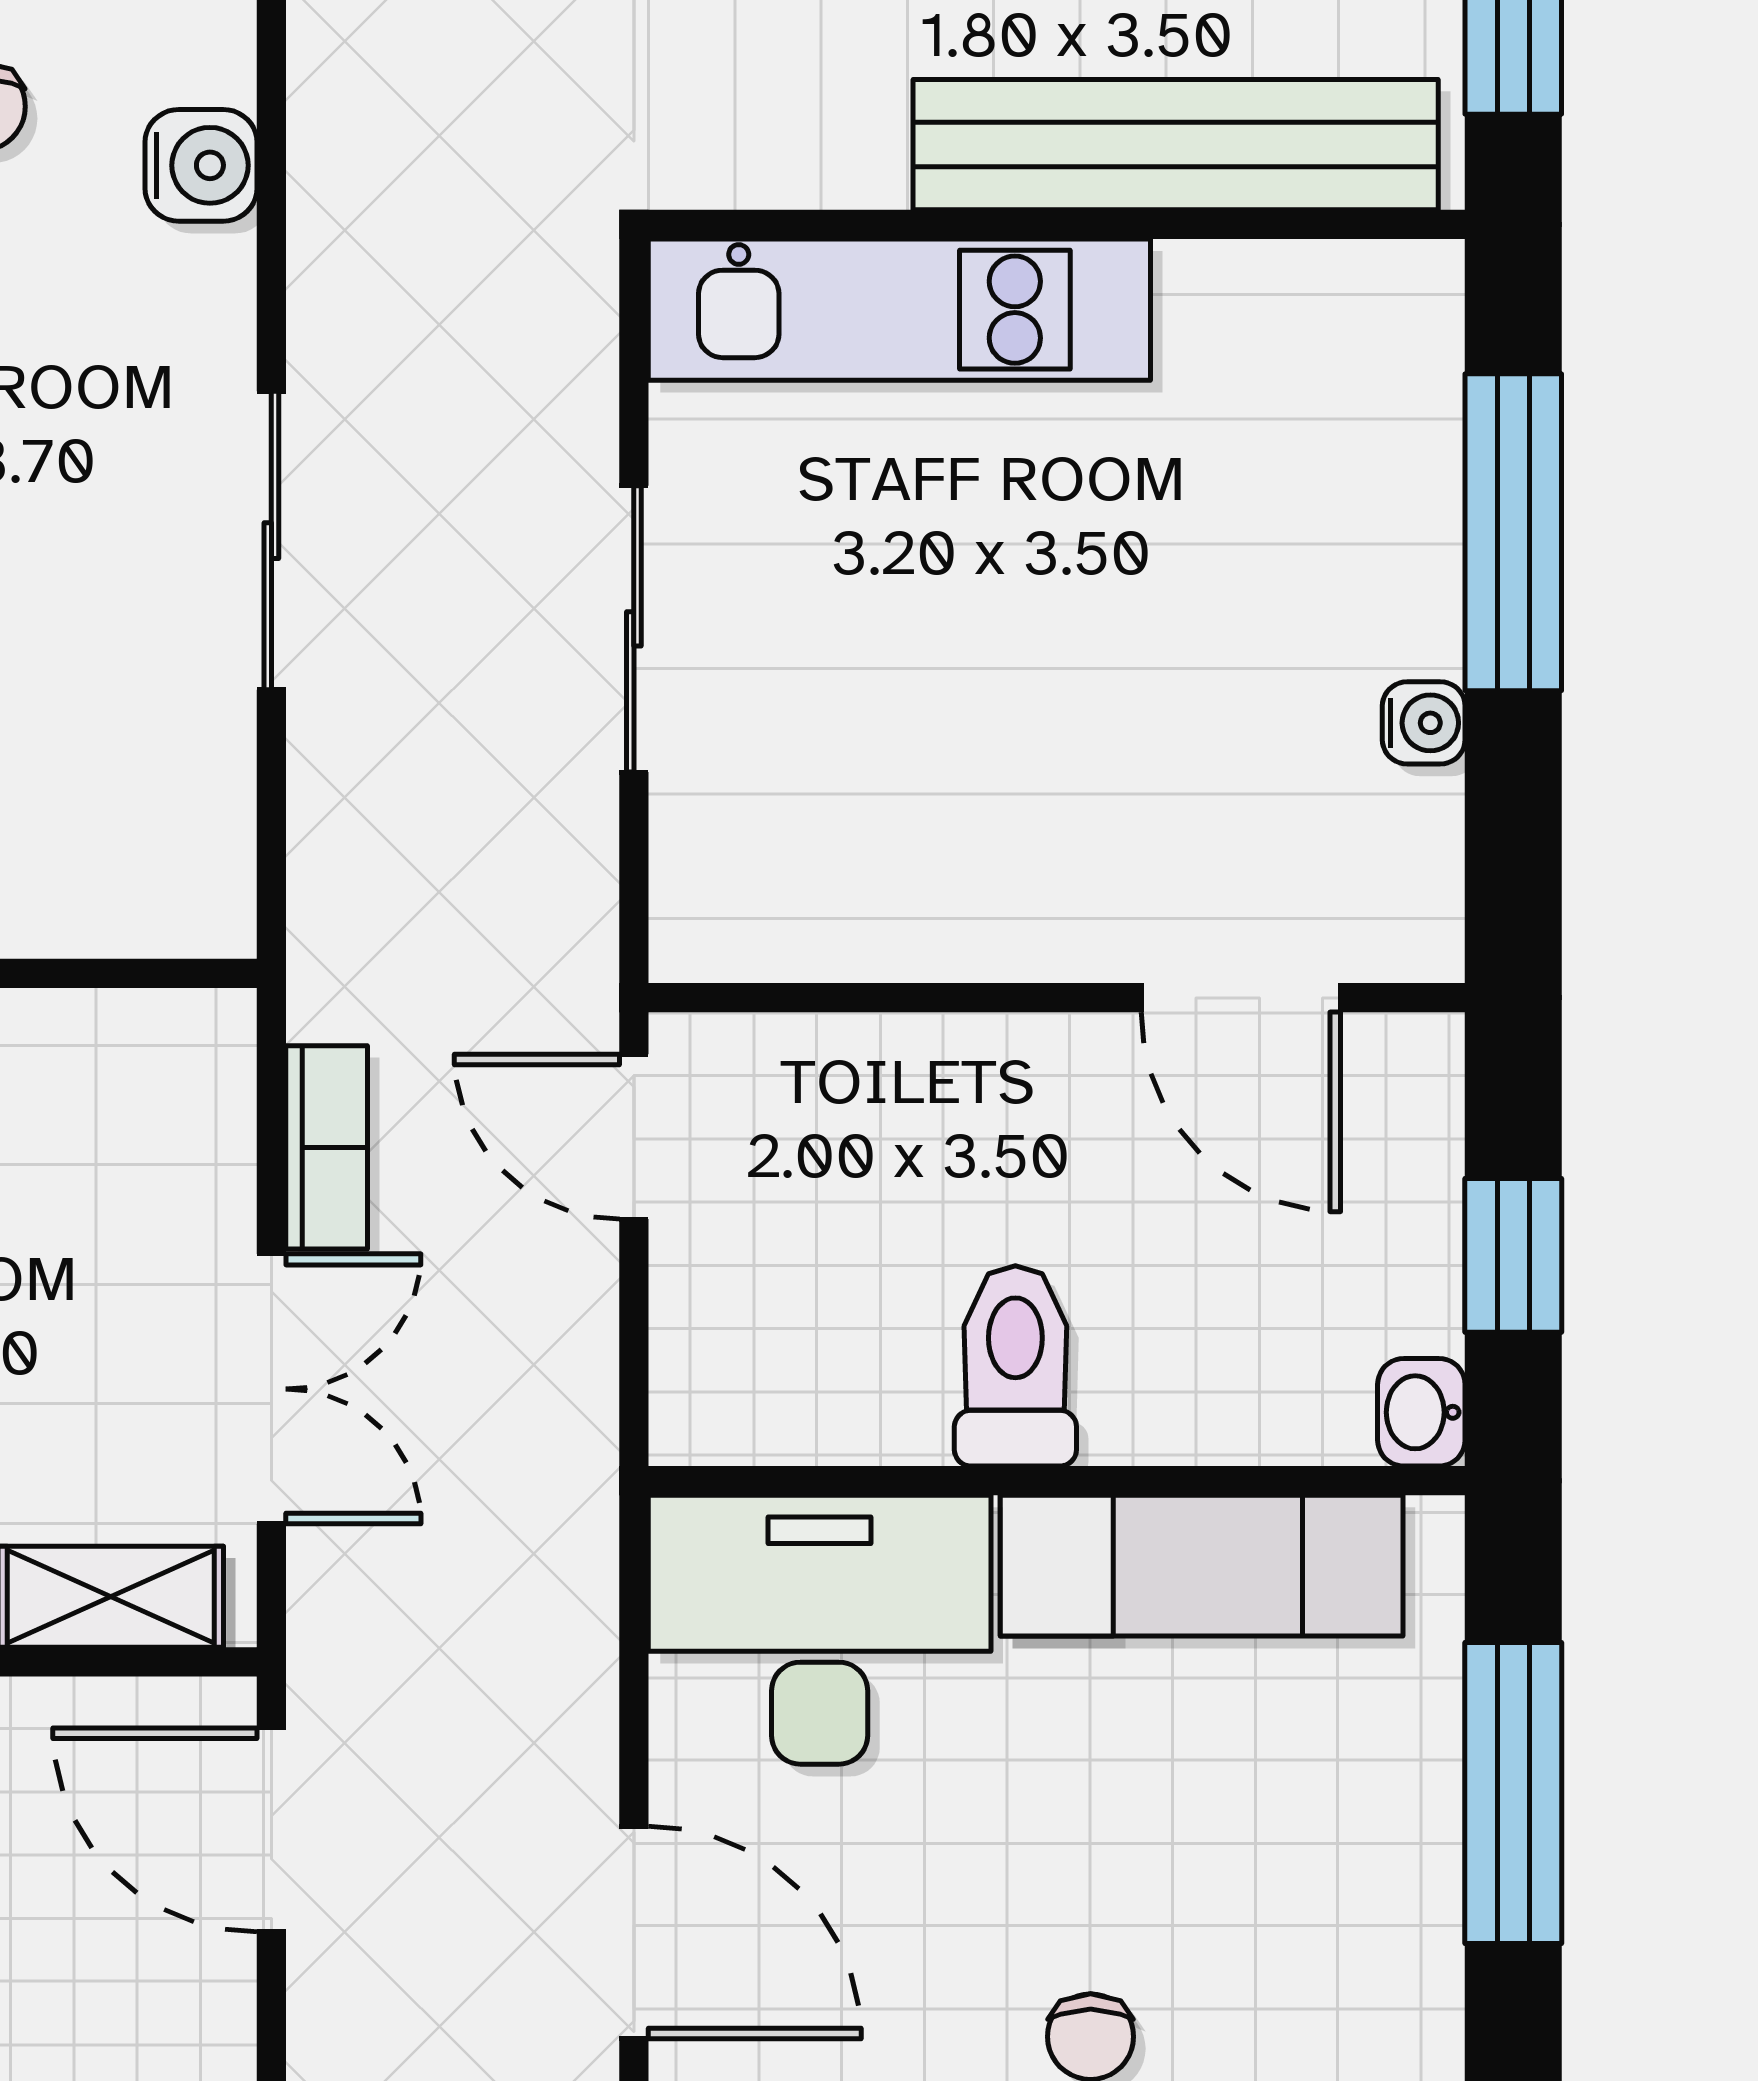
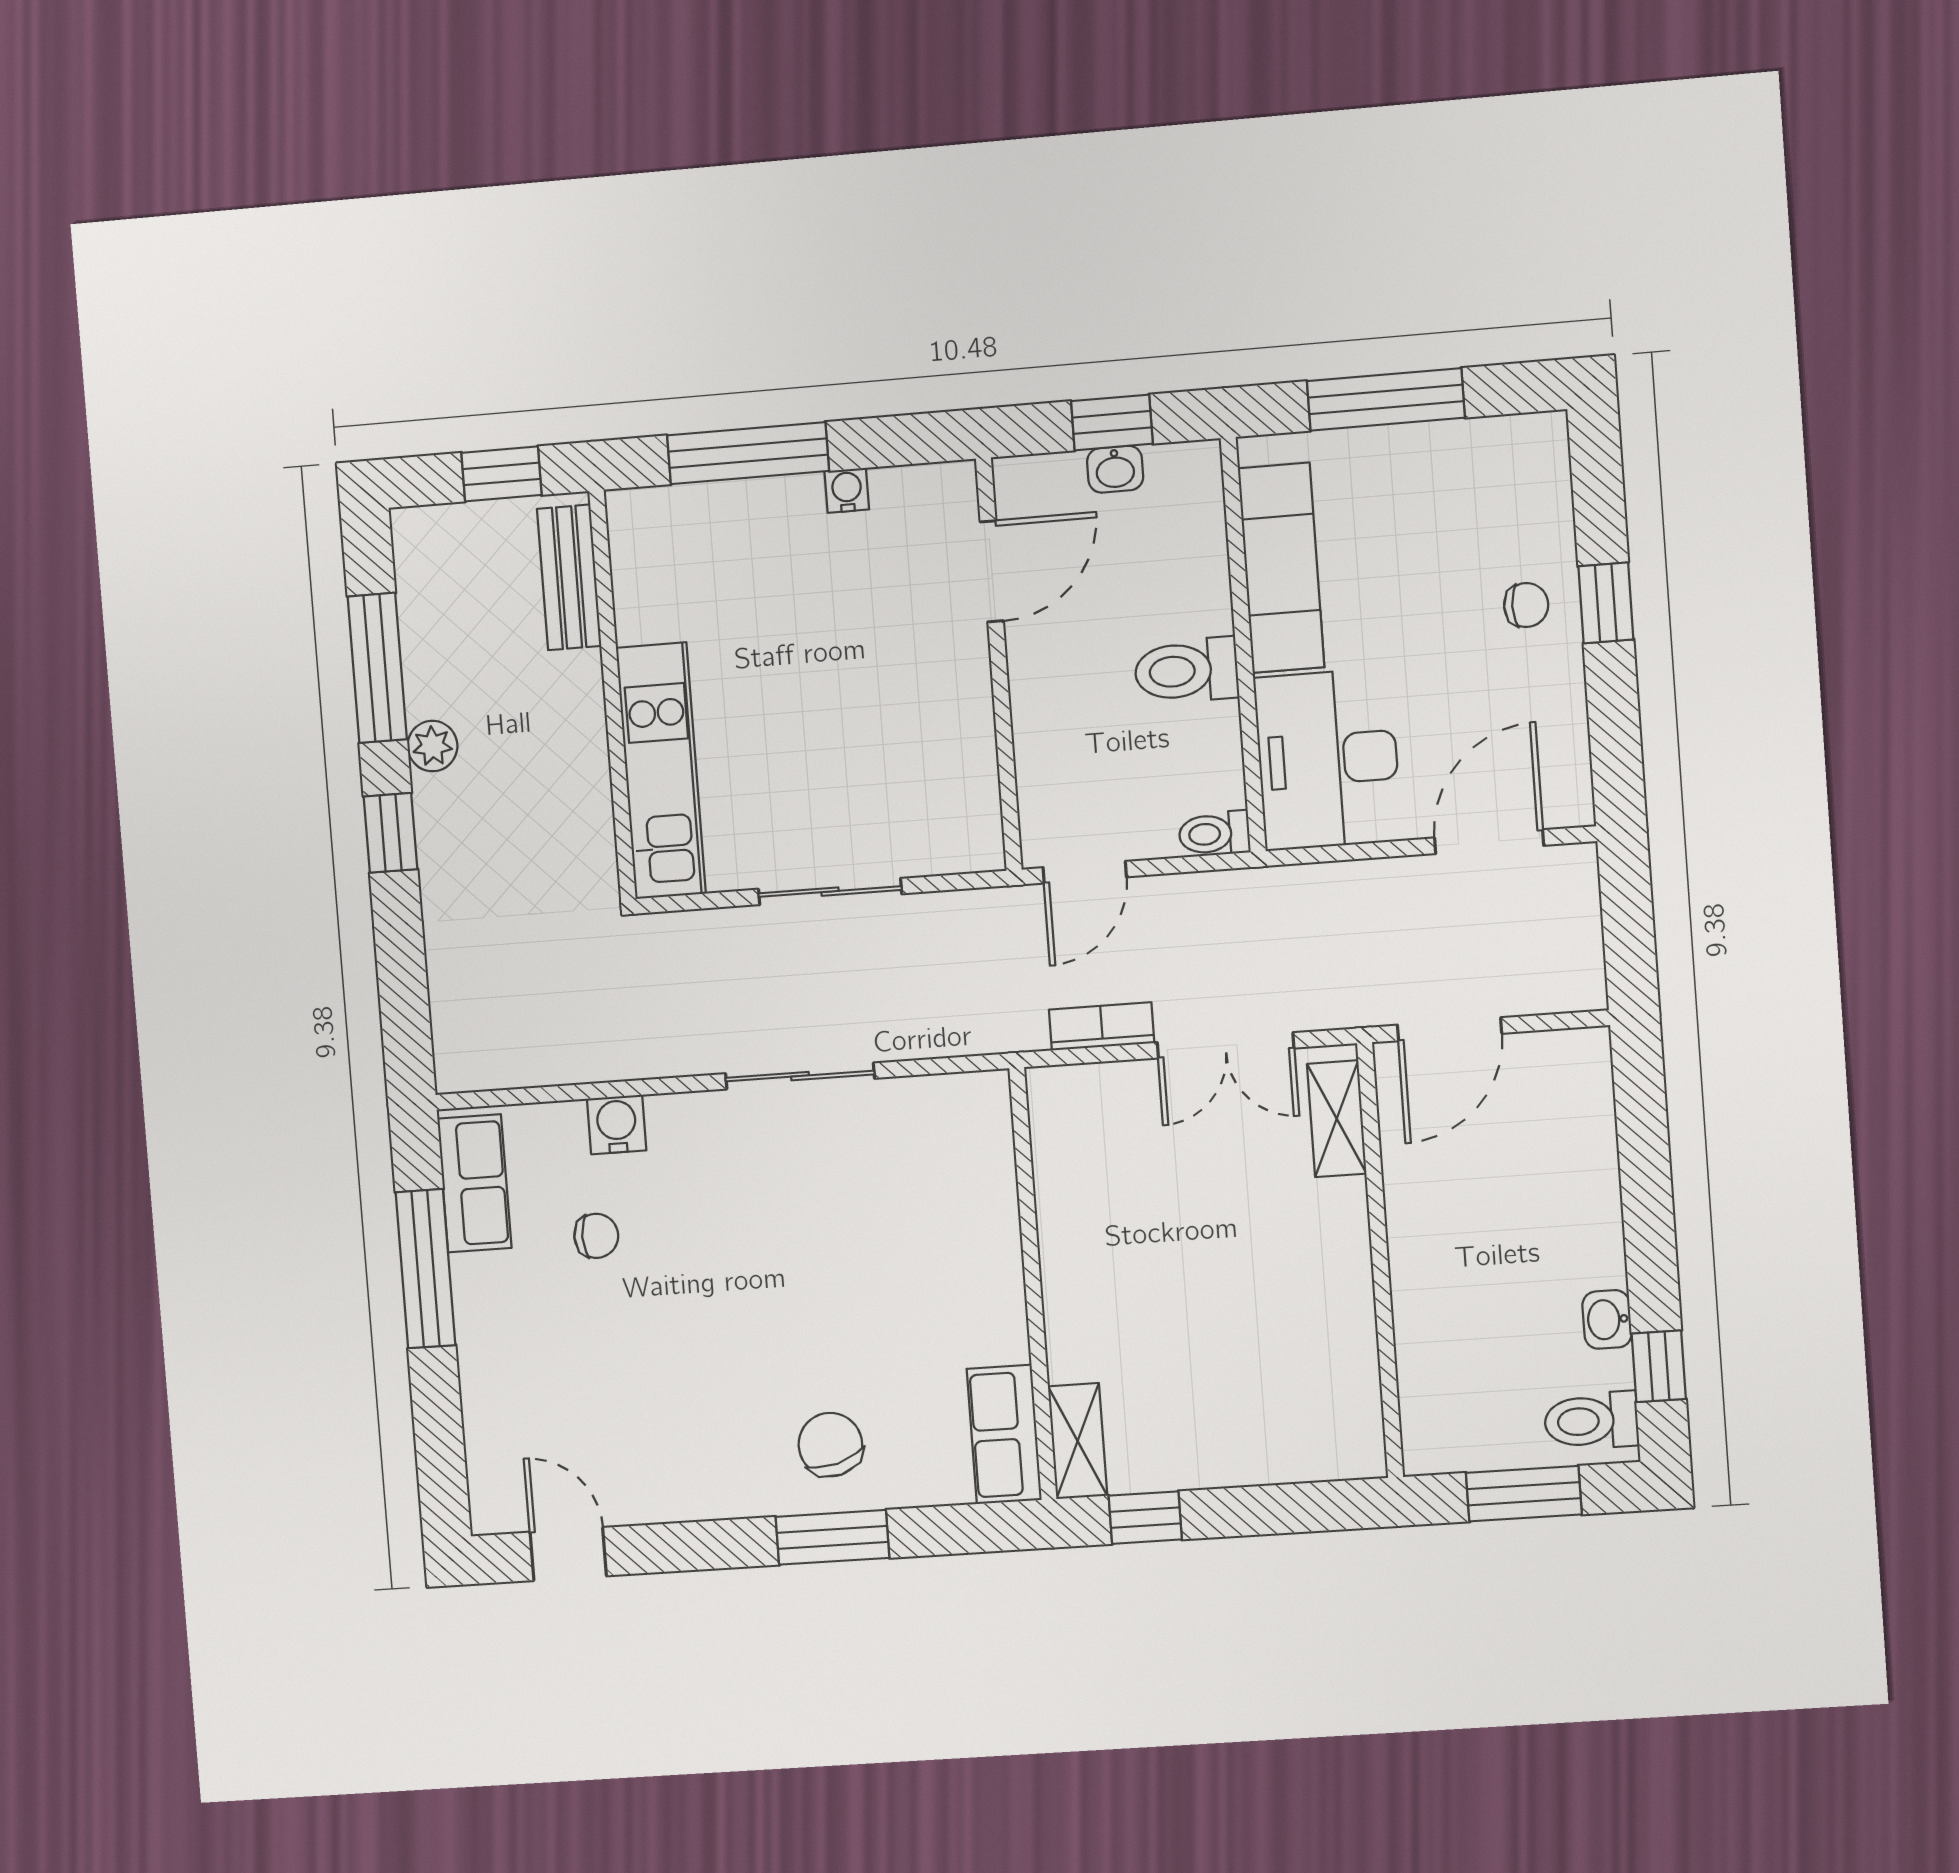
bench: (1176, 145) -> (569, 577), width x0.54, depth x0.82
double door: (271, 1389) -> (1226, 1045), swing flipped
toilet: (691, 1397) -> (1214, 834), added
washbasin: (1421, 1412) -> (1115, 469), moved

